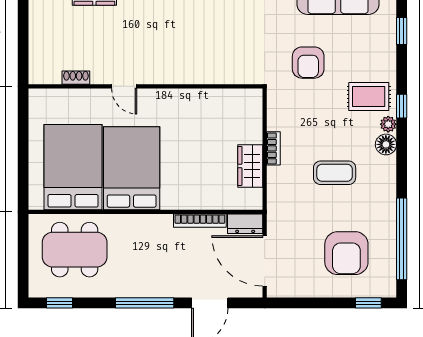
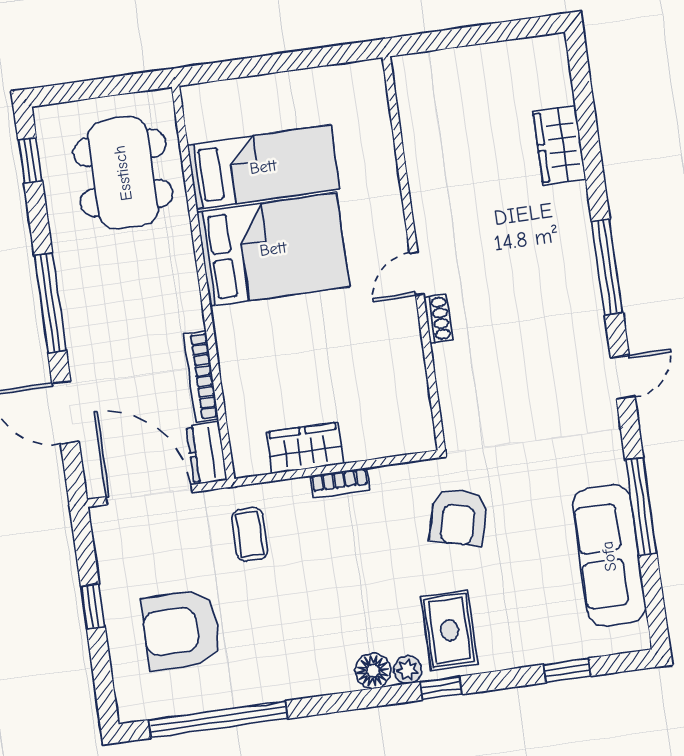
armchair: (308, 63) -> (458, 517), moved, turned -75
shoe rack: (76, 78) -> (438, 319), moved
door: (124, 86) -> (417, 274), moved
bed: (73, 167) -> (263, 167), width x0.67
coffee table: (335, 173) -> (250, 534), moved, width x0.73, depth x0.77
door: (265, 261) -> (149, 495), hinge flipped
window: (368, 303) -> (93, 607), moved

